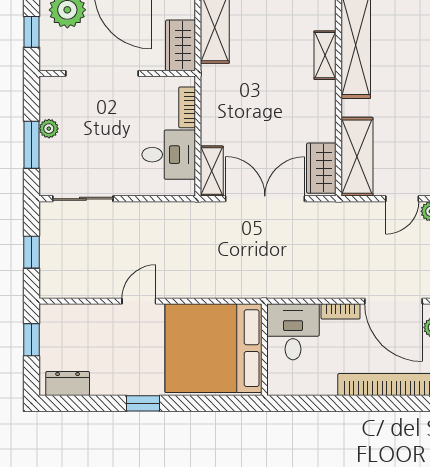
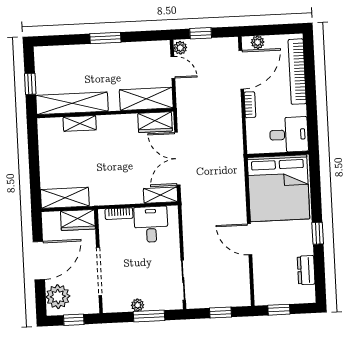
door: (139, 301) -> (250, 239), width x1.38
desk: (293, 332) -> (289, 135), moved, turned 180
dresser: (68, 384) -> (306, 270), moved

